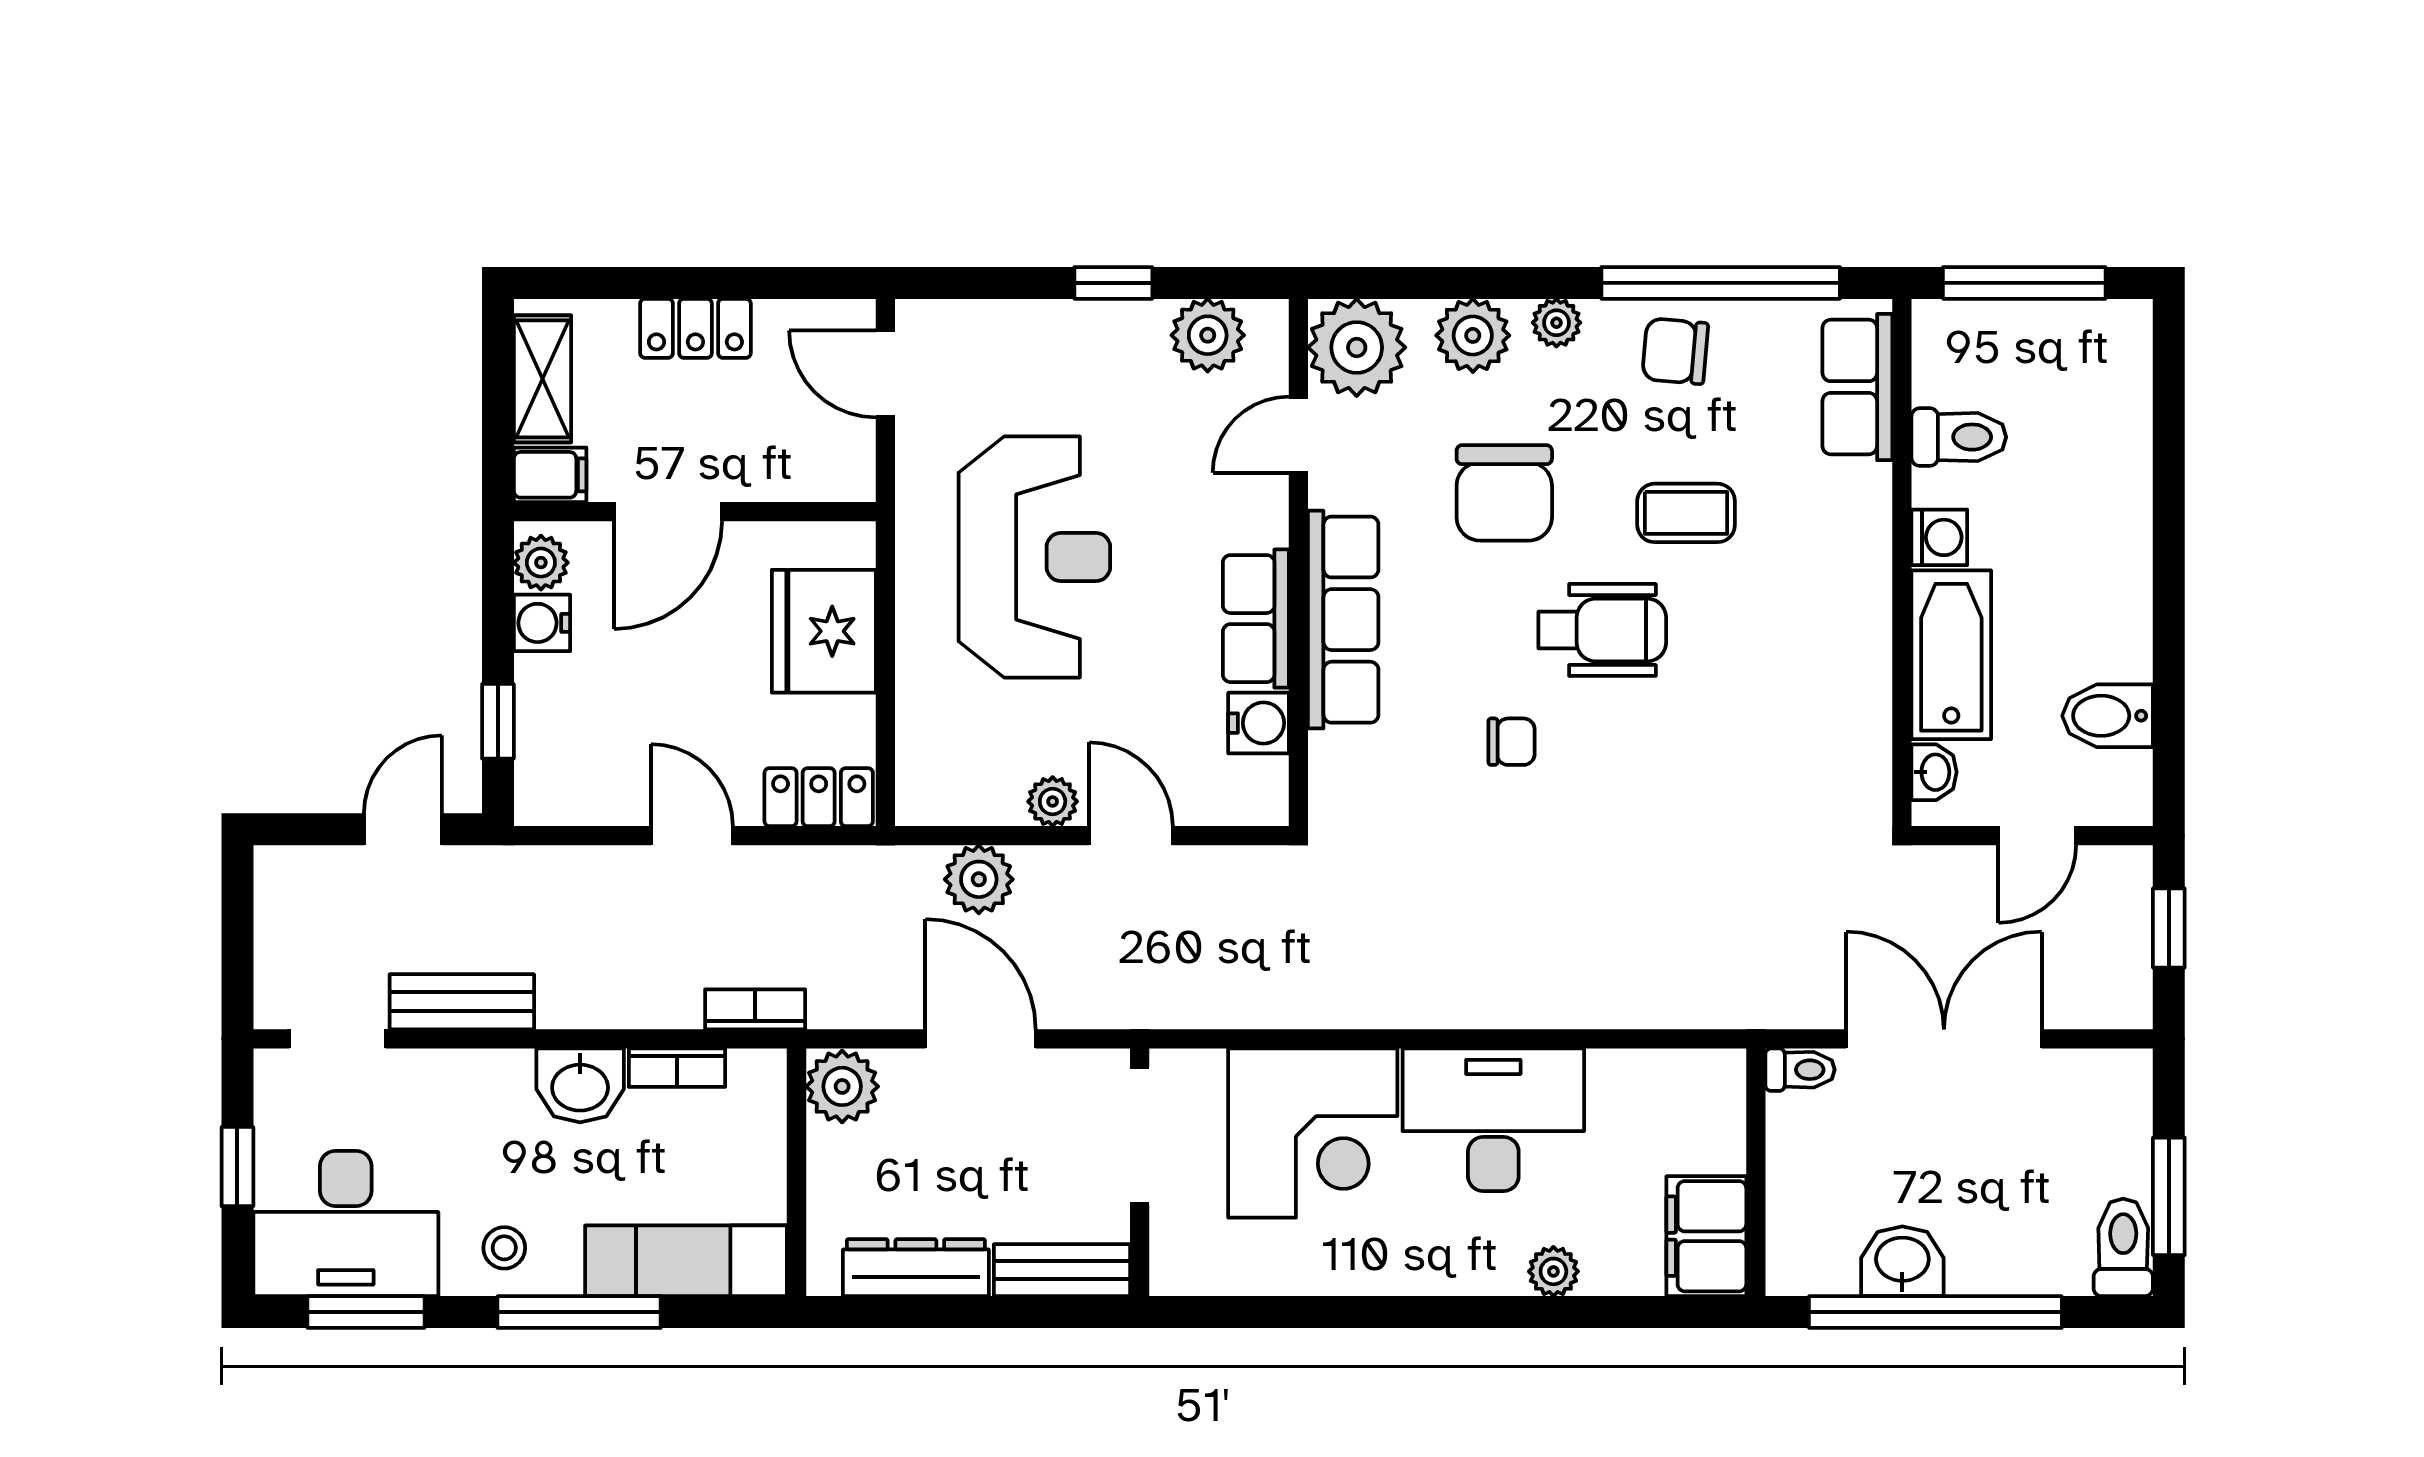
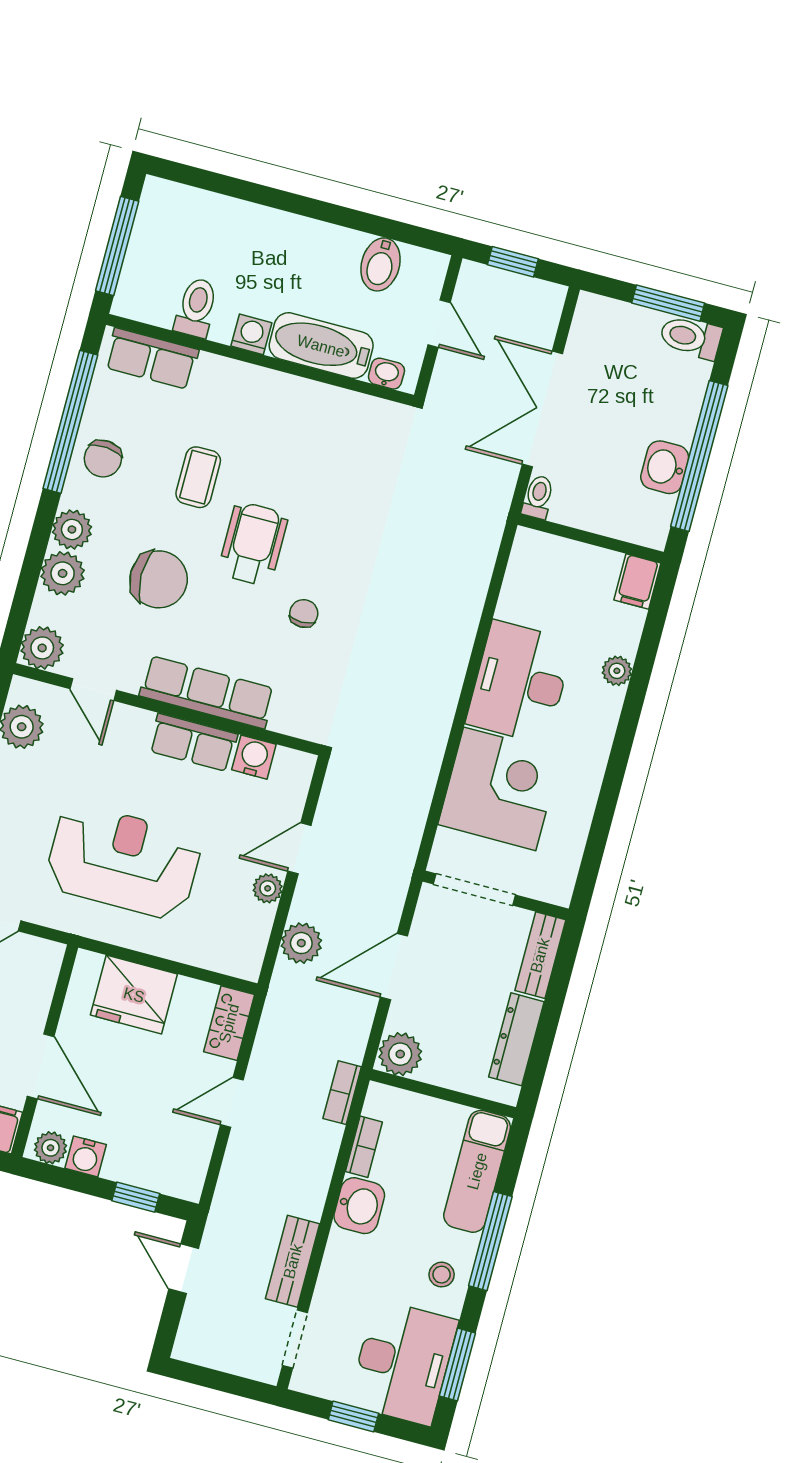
plant: (1556, 323) -> (72, 530), width x1.38, depth x1.38
plant: (1357, 347) -> (42, 648), width x0.73, depth x0.73
filing cabinet: (1706, 1236) -> (637, 582), width x0.50

